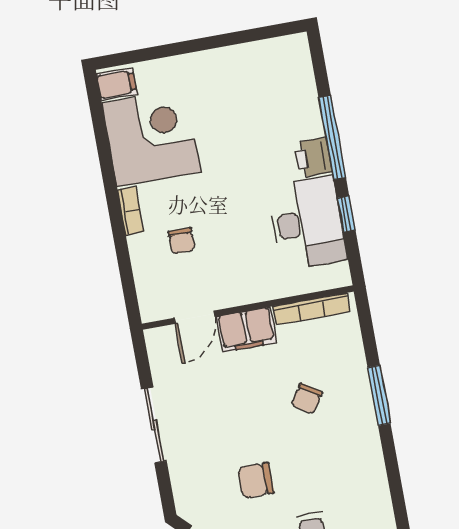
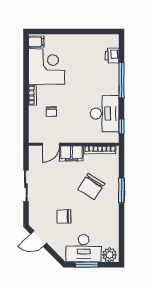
printer: (313, 157) -> (112, 56), moved
window: (346, 214) -> (122, 127), moved
chair: (307, 399) -> (91, 186), width x1.87, depth x1.87

